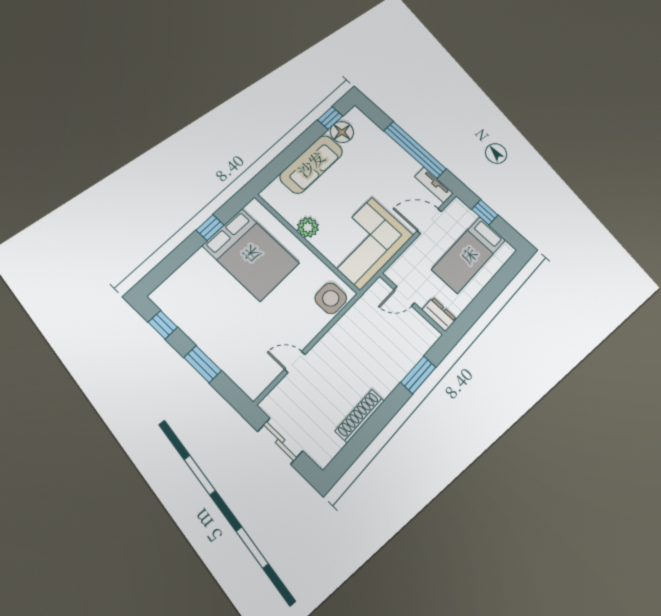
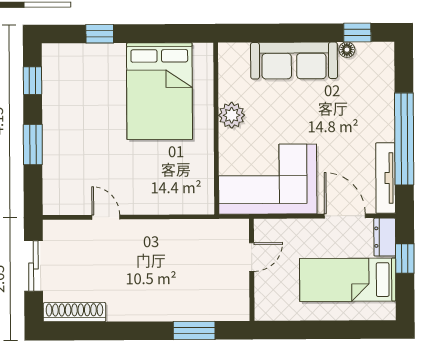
floor lamp: (342, 132) -> (347, 50), width x0.53, depth x0.53
tv unit: (434, 185) -> (386, 178), width x1.41
window: (210, 228) -> (100, 34), moved
door: (404, 296) -> (252, 257), swing flipped
side table: (331, 298) -> (188, 196), removed
dresser: (439, 314) -> (385, 237), moved, turned 180
shoe rack: (360, 416) -> (74, 312), moved

